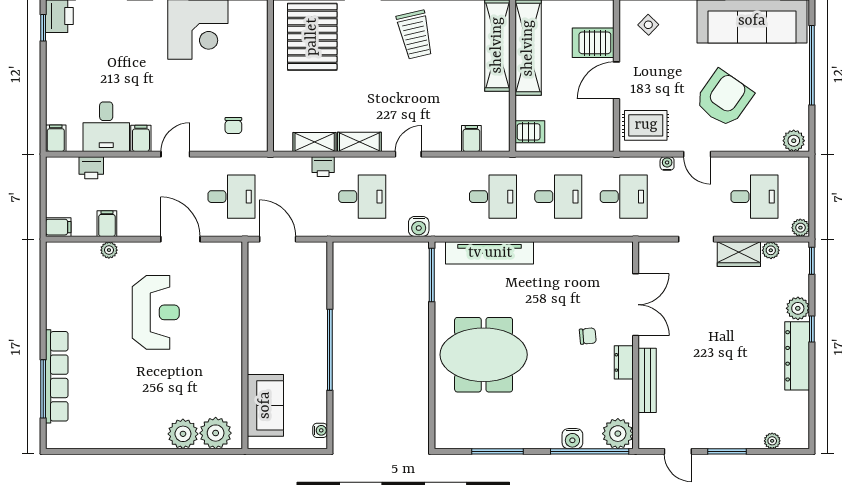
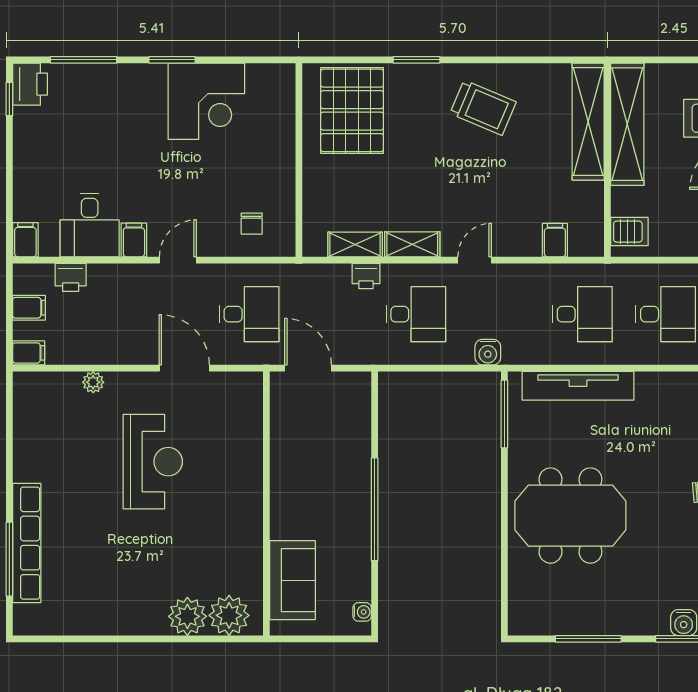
trolley: (415, 35) -> (483, 108), turned -54
filing cabinet: (107, 224) -> (29, 308), moved, turned 90

